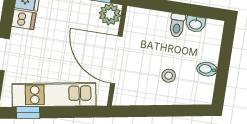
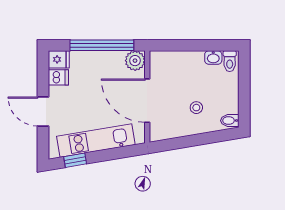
toilet: (177, 25) -> (230, 61), moved
bidet: (207, 69) -> (230, 121), moved

